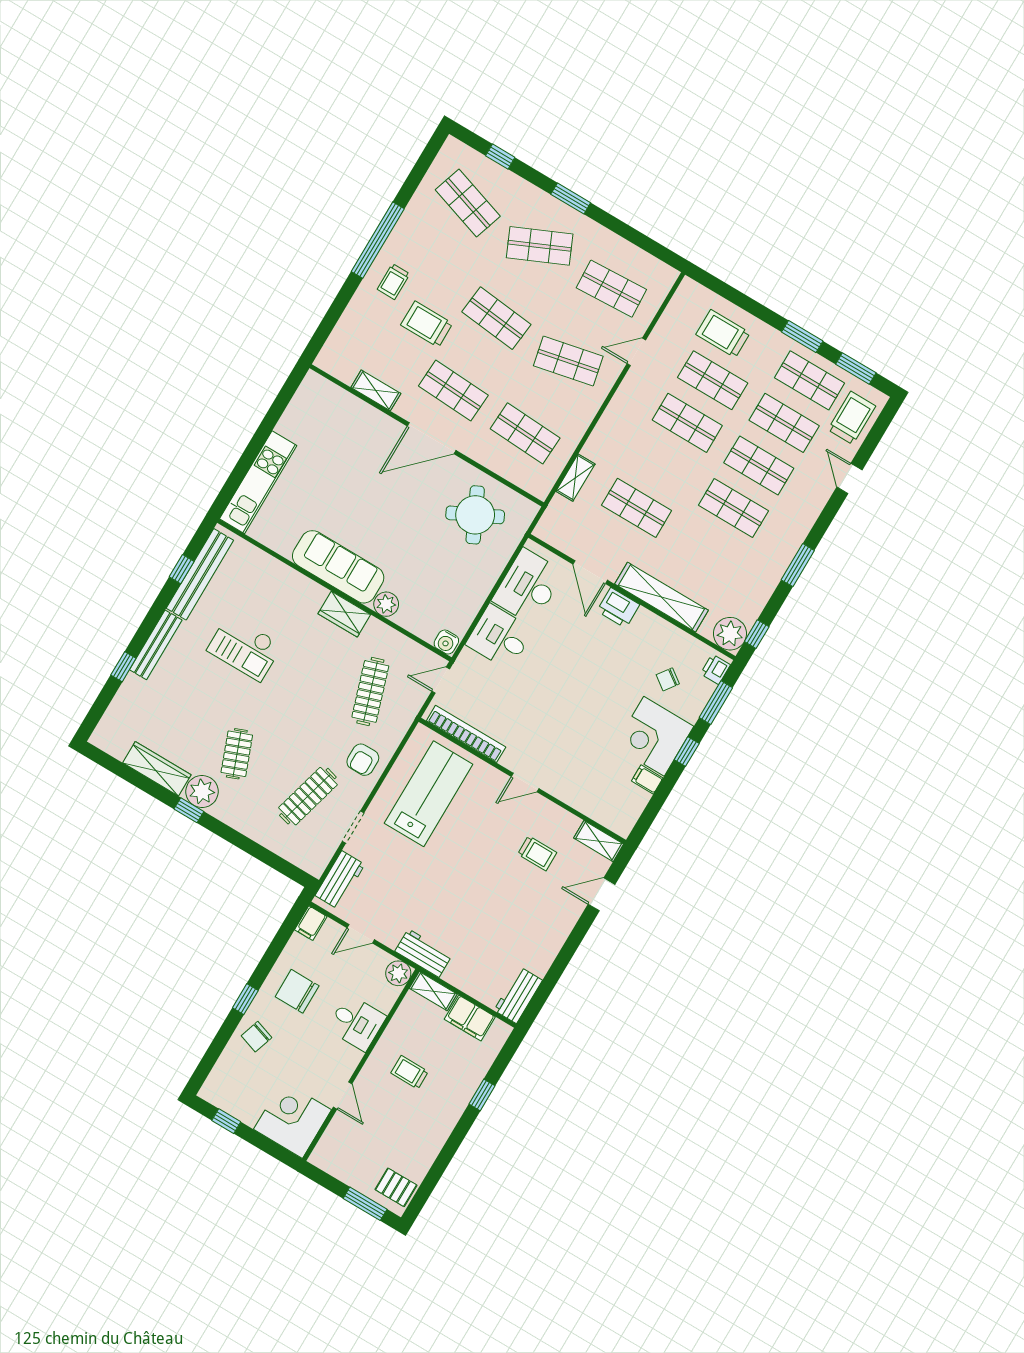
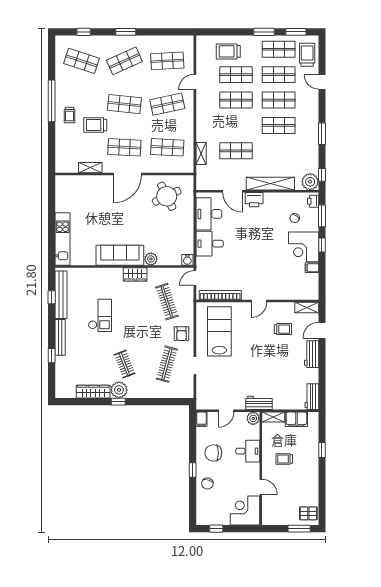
checkout: (245, 648) -> (100, 315), turned -90
workbench: (340, 880) -> (312, 354), moved, turned 180

